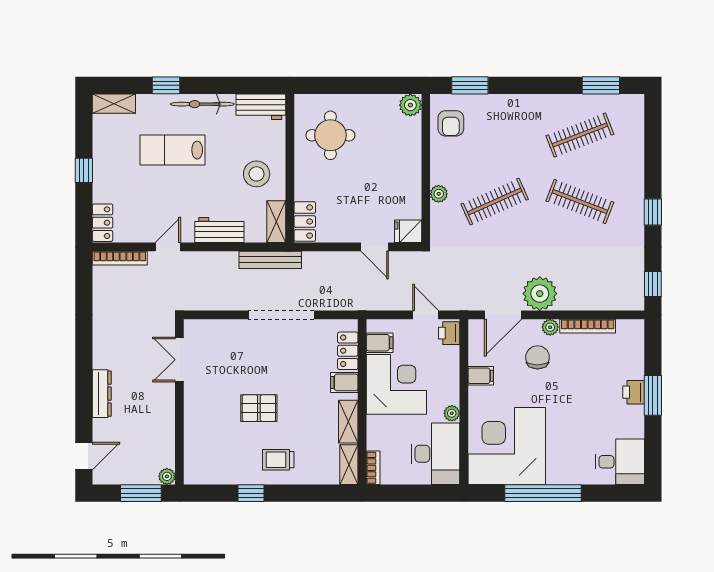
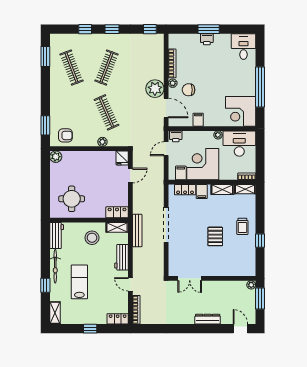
lab bench: (173, 150) -> (79, 282), turned 180
window: (653, 161) -> (85, 29), added
corner desk: (507, 446) -> (241, 111), width x0.74, depth x0.74

